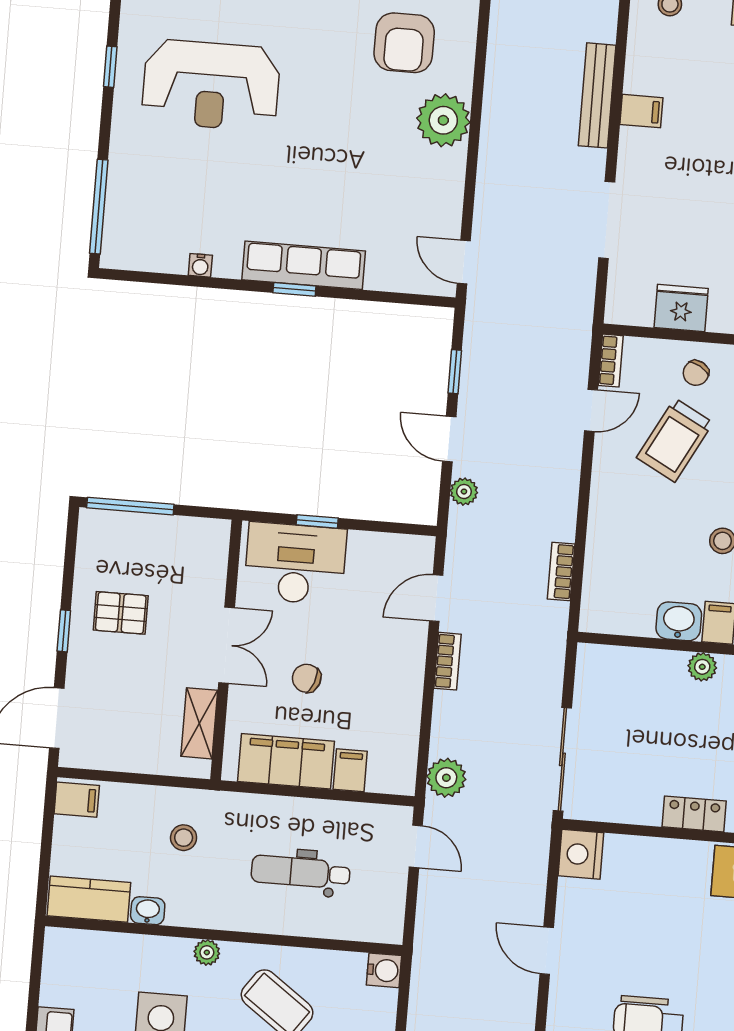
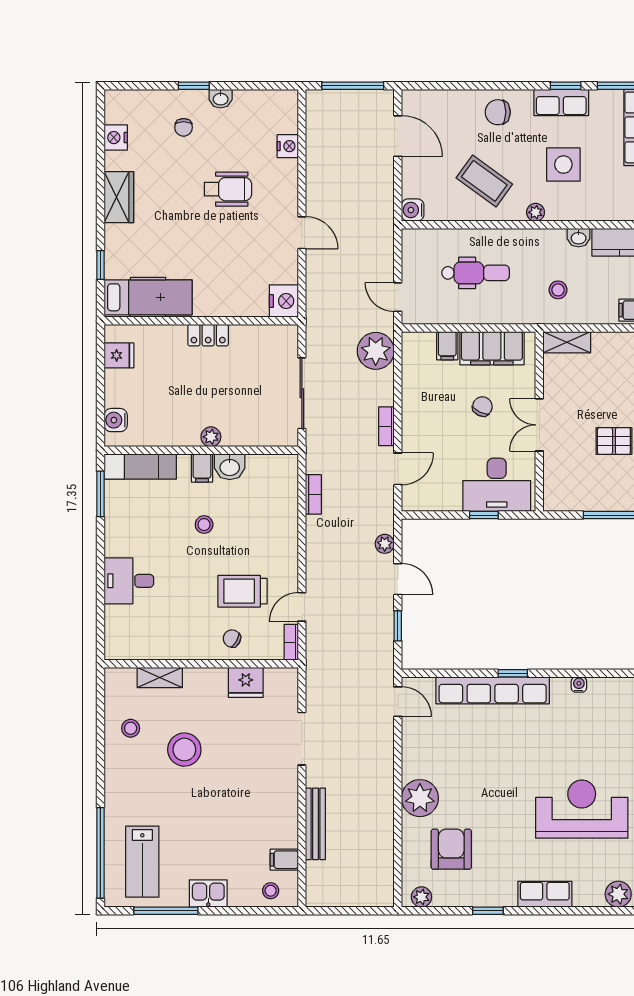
filing cabinet: (641, 111) -> (284, 860), moved
row of seats: (304, 265) -> (493, 690), width x1.36
chair: (696, 373) -> (232, 639), turned -91
trolley: (675, 440) -> (243, 591), turned -118
chair: (307, 678) -> (482, 406), turned -84
shelving: (199, 723) -> (567, 342), moved, turned 90
sliding door: (562, 759) -> (302, 393), moved
plant: (446, 778) -> (376, 351), width x1.36, depth x1.36

